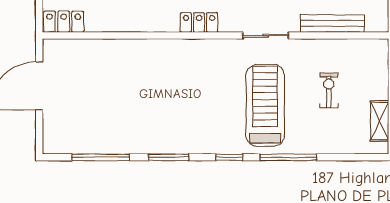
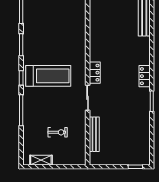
locker: (199, 22) -> (95, 73), moved
treadmill: (265, 105) -> (48, 76), moved

